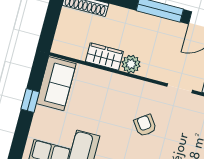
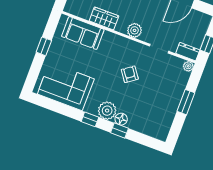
plant: (131, 64) -> (135, 30), moved
sofa: (56, 84) -> (83, 33), moved, turned 90

